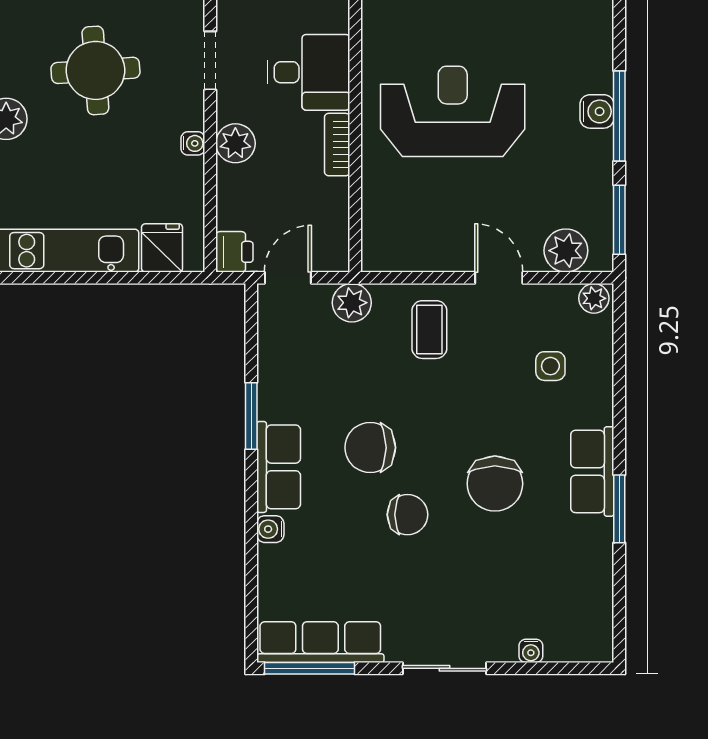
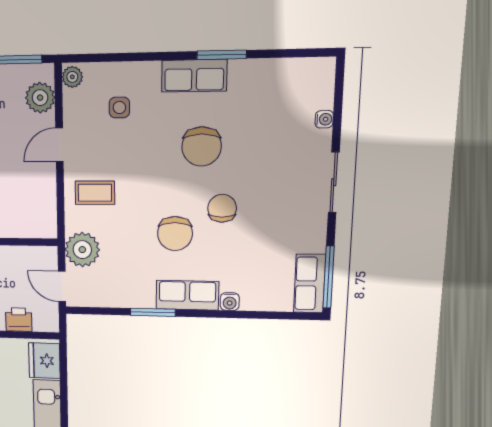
fridge: (162, 248) -> (44, 361), width x1.38
printer: (234, 252) -> (19, 320), moved
plant: (352, 303) -> (82, 250), width x1.36, depth x1.36
chair: (495, 484) -> (202, 146), turned 90
row of seats: (320, 642) -> (310, 283), width x0.68

